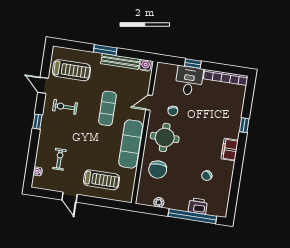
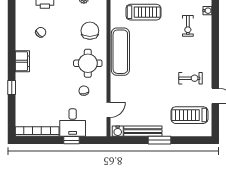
door: (149, 103) -> (109, 110), moved
exercise mat: (107, 108) -> (148, 83), removed
window: (37, 122) -> (215, 60), removed
treadmill: (101, 180) -> (143, 12), turned 180

